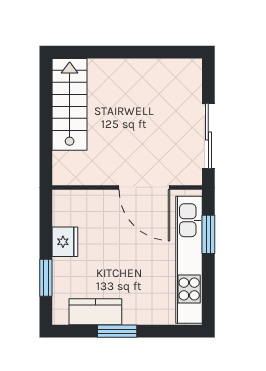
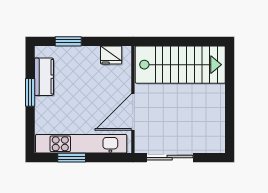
stairs: (70, 104) -> (180, 65), width x1.36, depth x1.51
window: (208, 234) -> (72, 158), moved
fridge: (65, 242) -> (111, 55), moved

